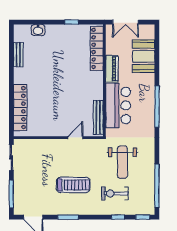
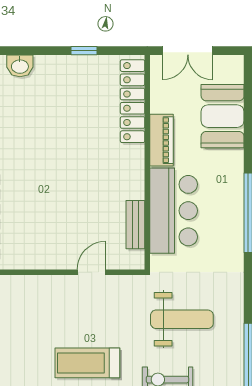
bench: (98, 117) -> (135, 225), width x0.73
weight bench: (122, 162) -> (182, 319), turned -90
treadmill: (73, 185) -> (87, 363), turned 180

